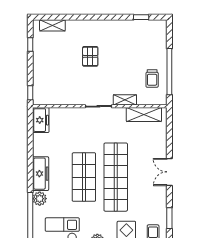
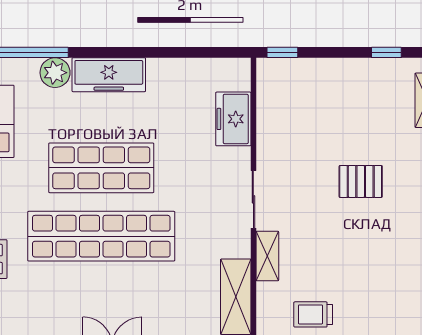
freezer: (41, 120) -> (233, 119), moved, turned 90

